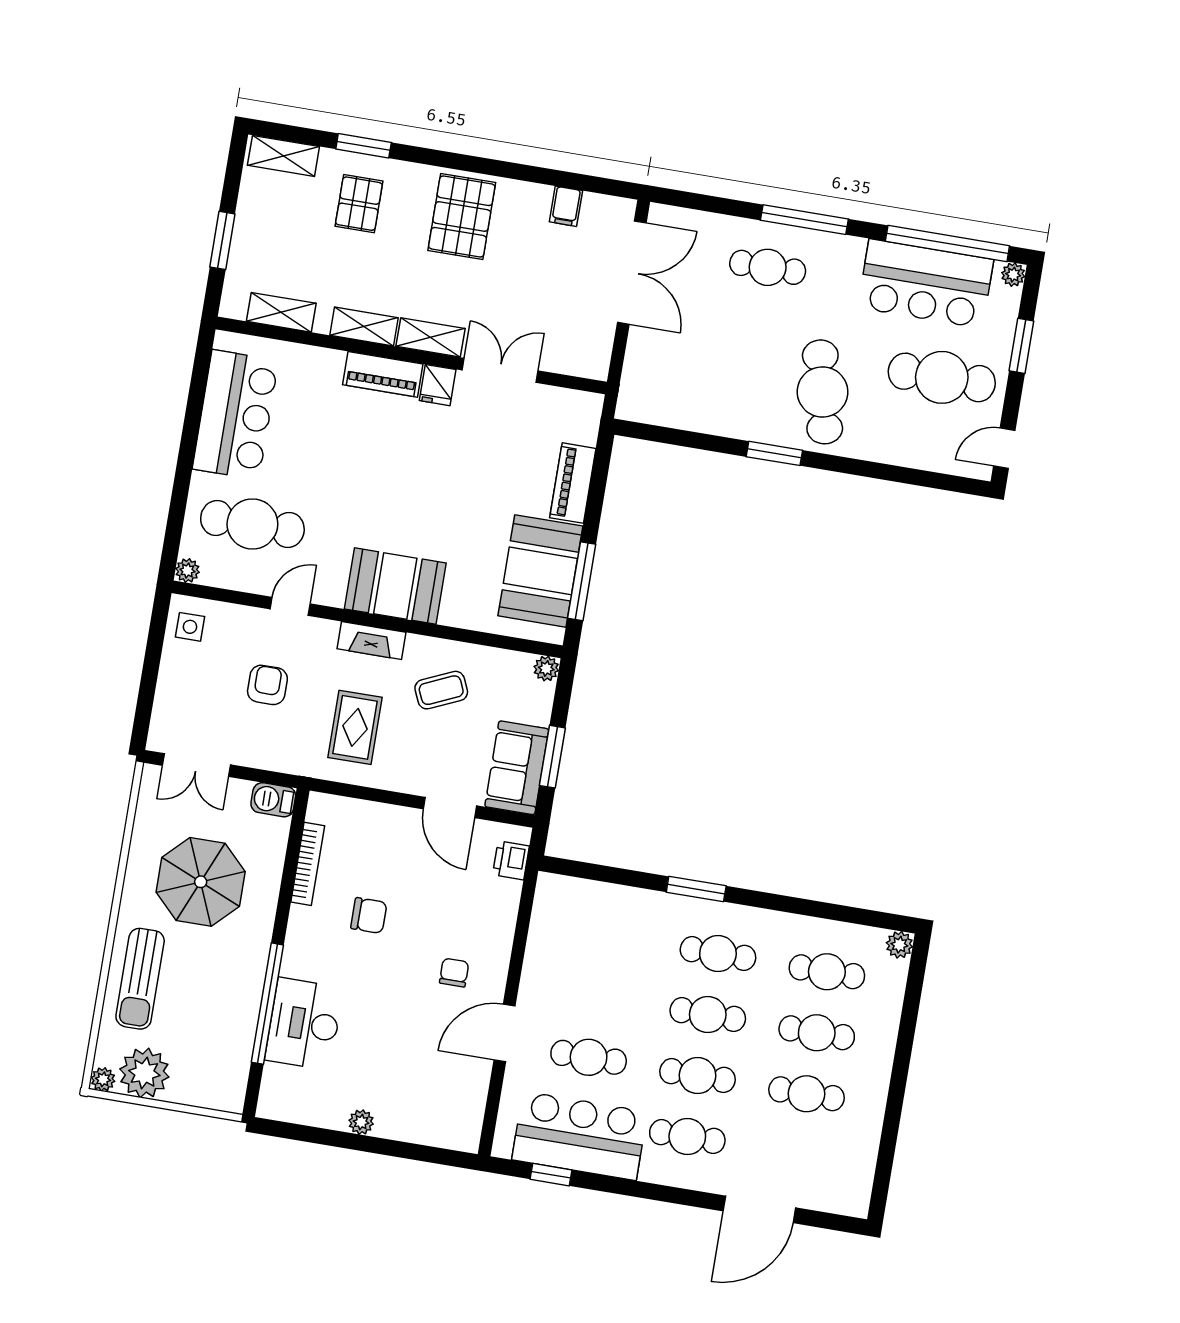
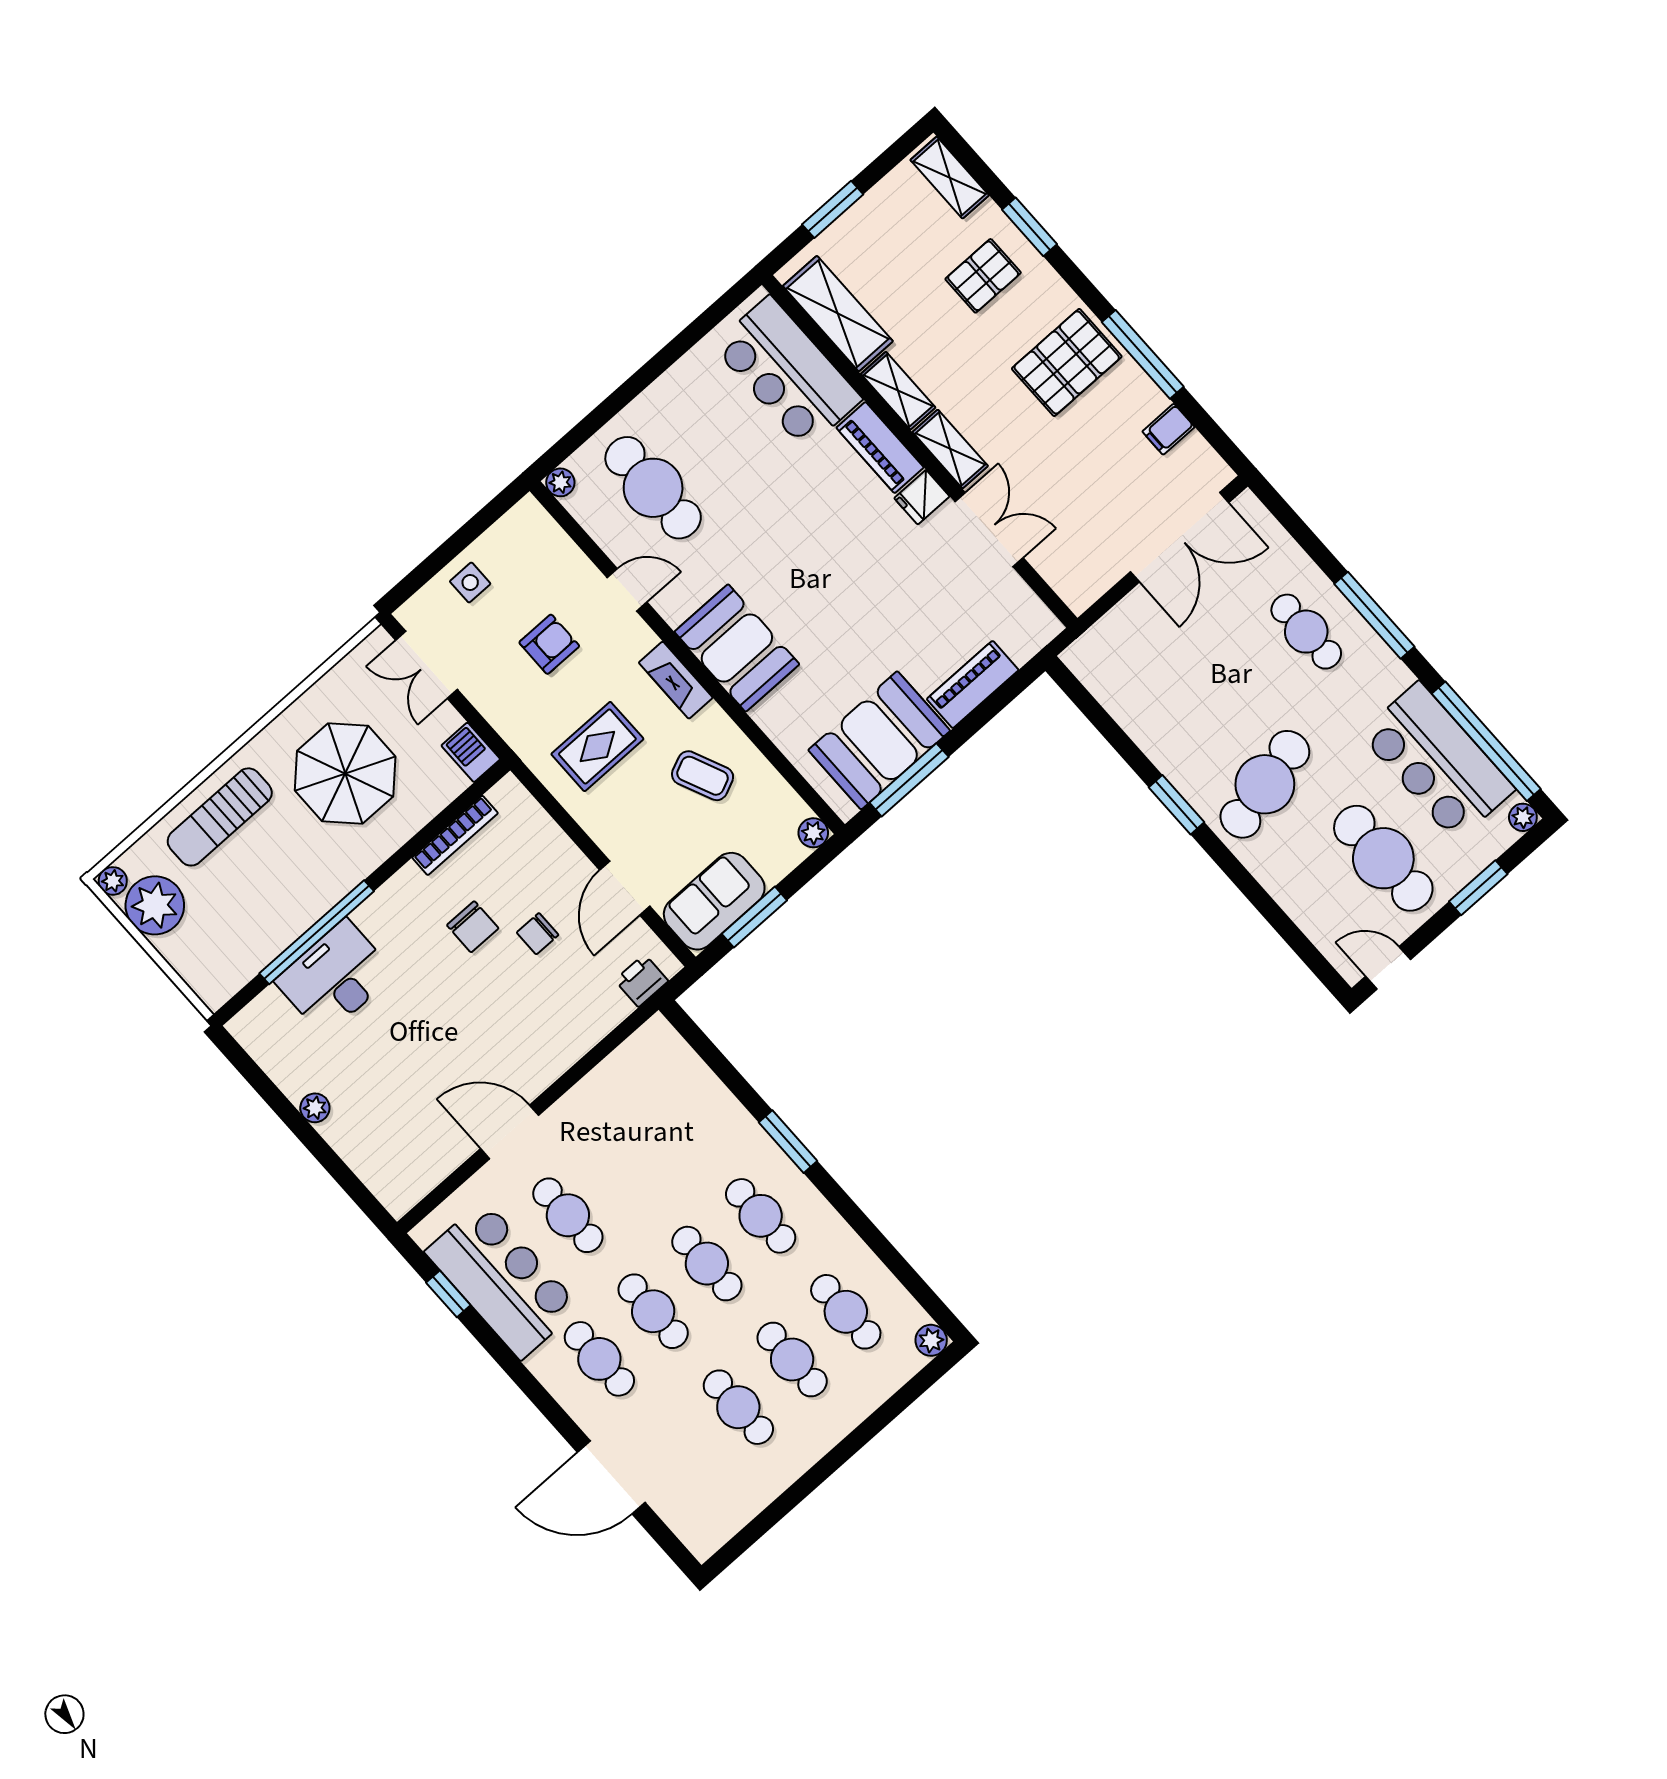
window: (508, 170) -> (1143, 354), added
shelving: (281, 312) -> (838, 314), width x1.50, depth x1.33
bar counter: (235, 415) -> (787, 373), moved, turned 90
side table: (190, 627) -> (470, 583), moved
chair: (454, 973) -> (538, 934), moved, turned 180

